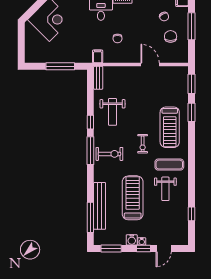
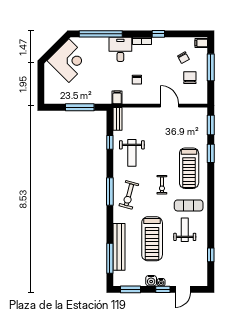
window: (90, 122) -> (110, 142), moved
exercise bike: (109, 154) -> (129, 195), turned 105
weight bench: (165, 189) -> (185, 230), turned 180
treadmill: (133, 198) -> (152, 239), turned 180

